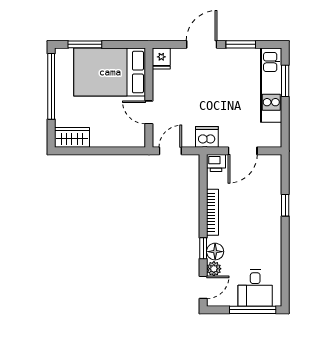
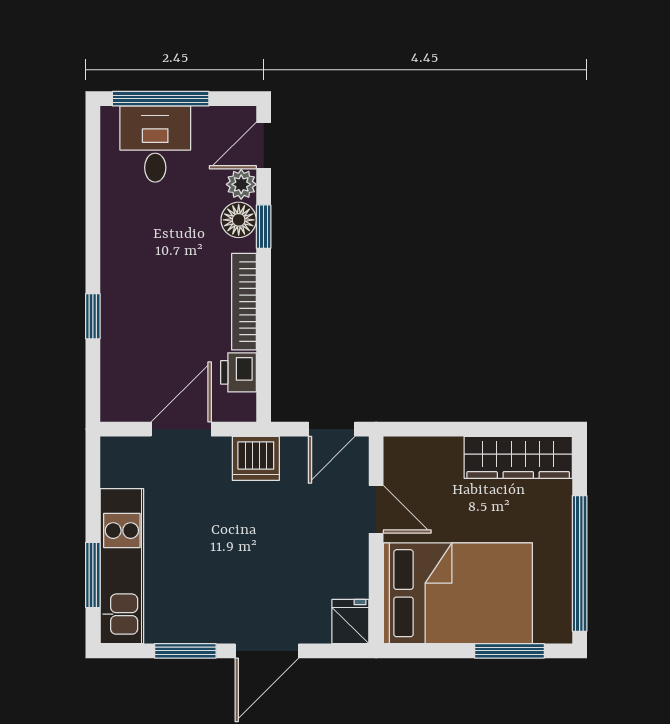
wardrobe: (72, 137) -> (518, 457), width x1.50
printer: (216, 163) -> (238, 372), moved, turned -90

